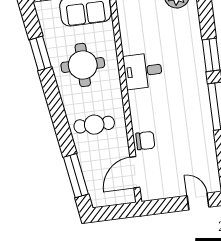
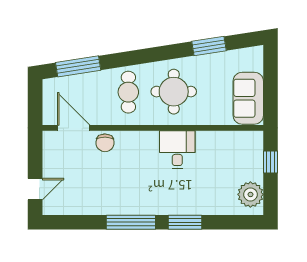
round table: (83, 65) -> (174, 92), moved

